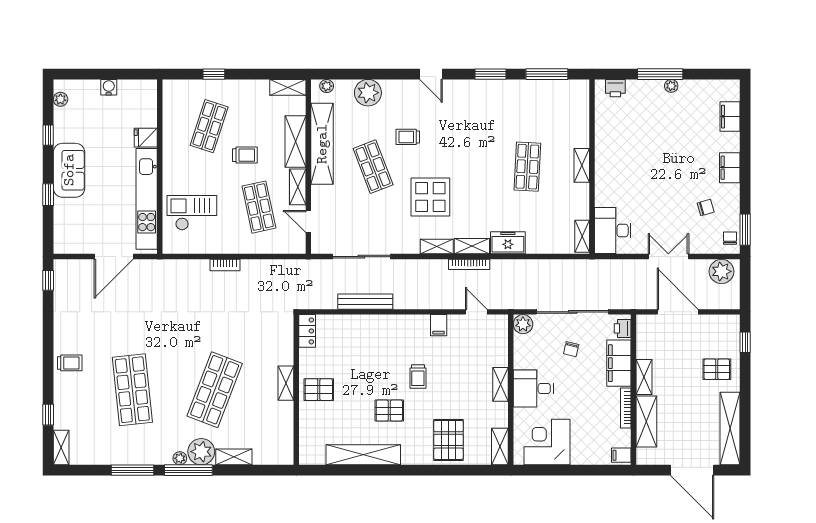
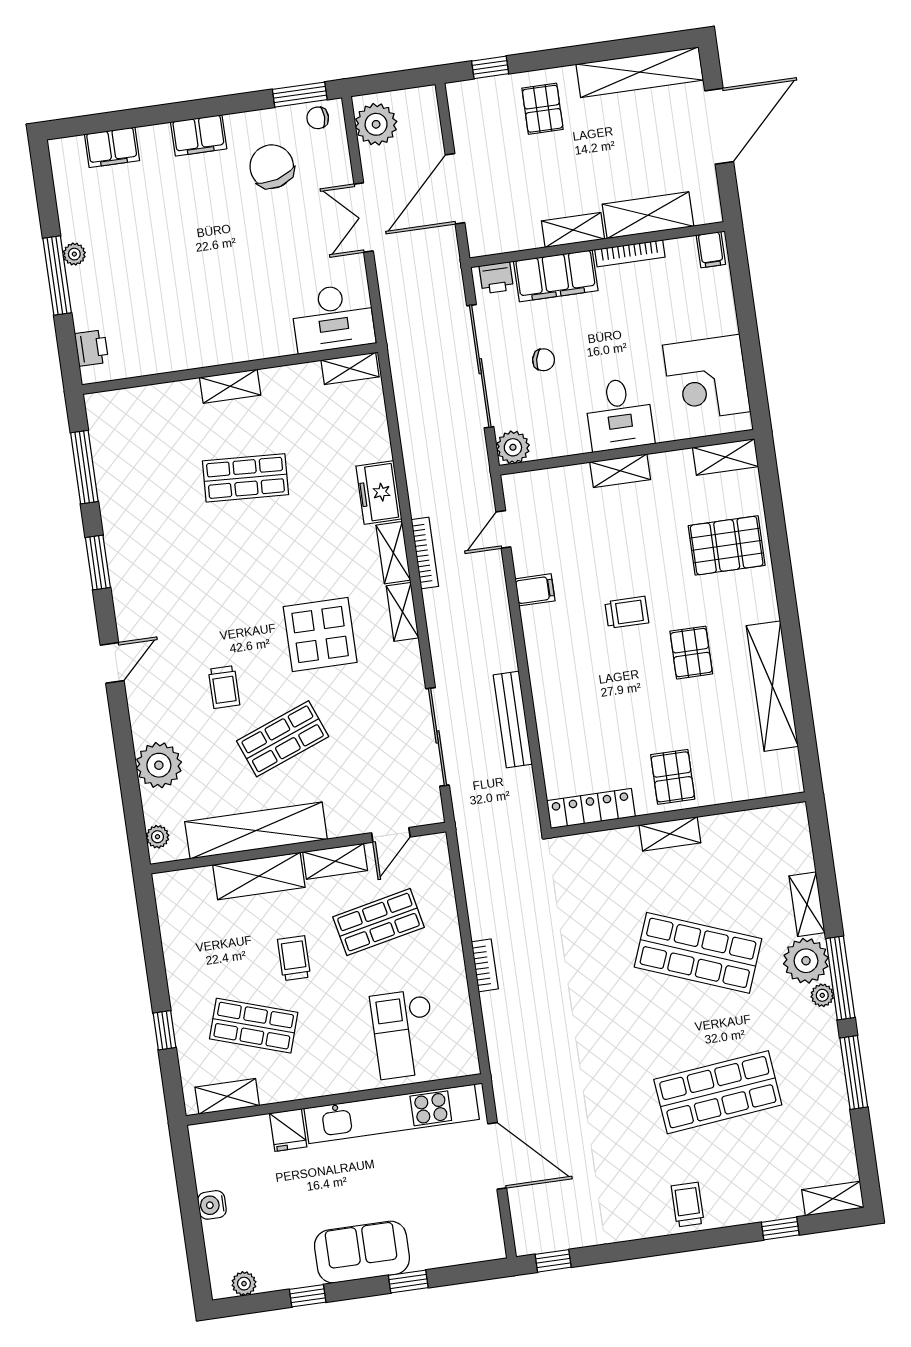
shelving: (288, 87) -> (227, 1096), moved, turned 90
chair: (706, 208) -> (272, 167), width x1.87, depth x1.87
locker: (307, 331) -> (591, 809), width x1.53

